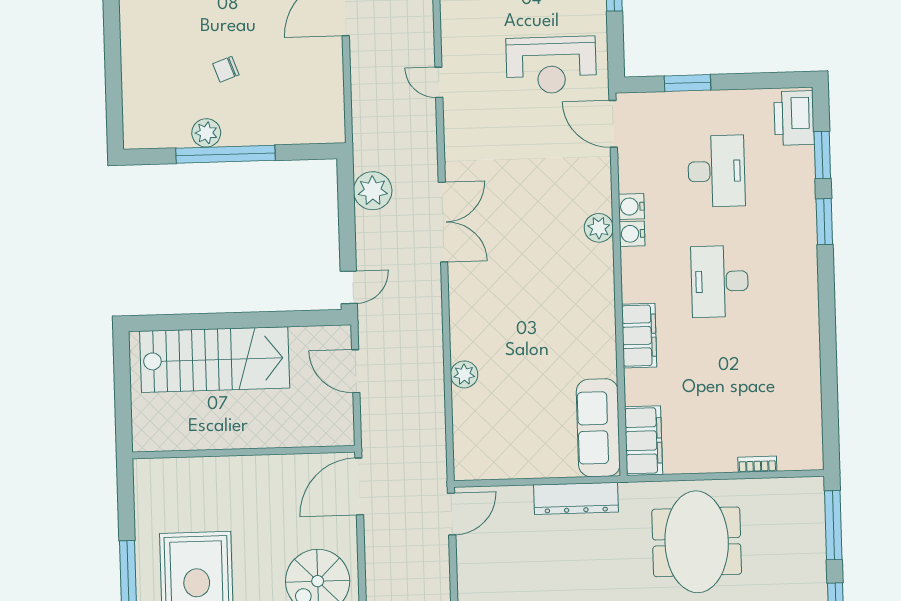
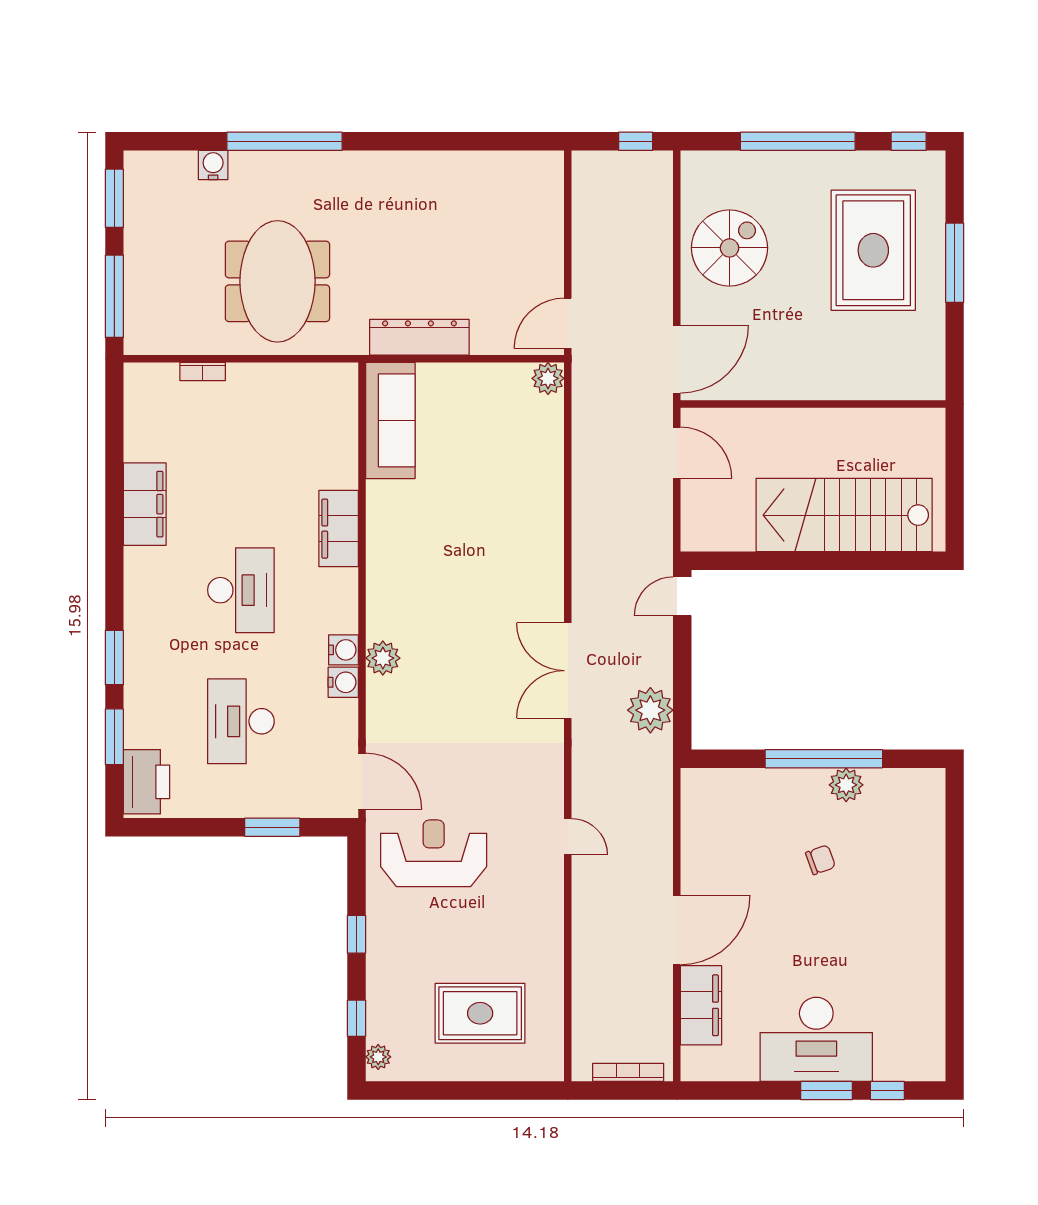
door: (356, 371) -> (677, 453), moved
plant: (464, 374) -> (548, 378), moved
filing cabinet: (644, 441) -> (145, 504), moved, turned 180

